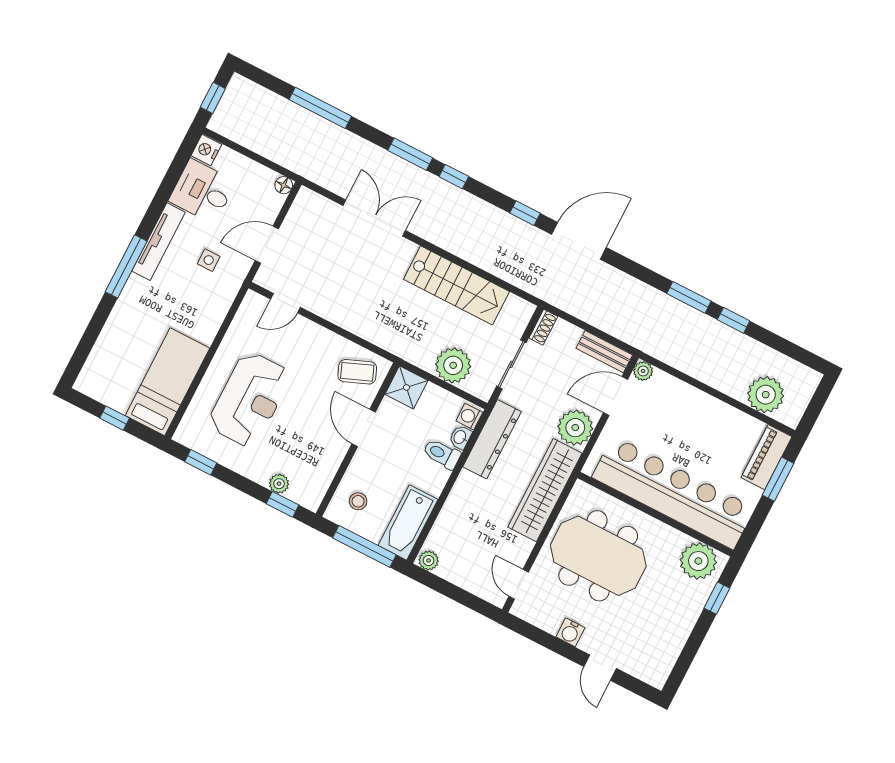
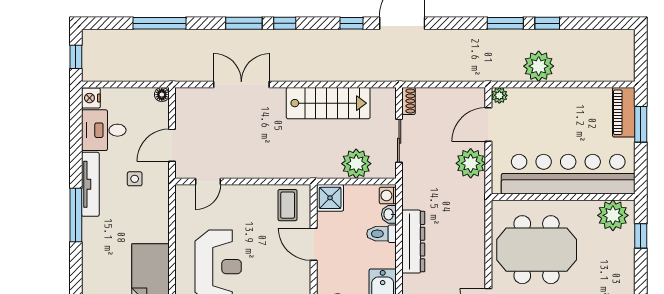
bench: (604, 352) -> (463, 96), removed
coffee table: (357, 372) -> (288, 205), turned -68
plant: (766, 395) -> (539, 66), moved
dresser: (492, 439) -> (413, 242), moved
wardrobe: (545, 490) -> (472, 221), removed

